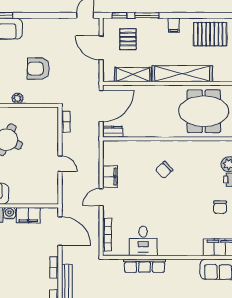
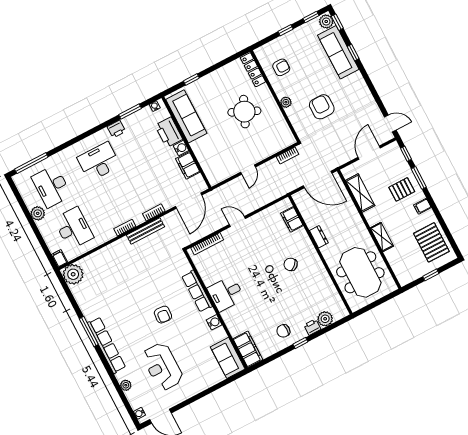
pallet: (128, 39) -> (402, 189), moved
shelving: (182, 74) -> (382, 237), width x0.45, depth x0.75
dresser: (113, 132) -> (319, 237), moved
filing cabinet: (110, 177) -> (292, 219), moved, turned 90
desk: (143, 241) -> (226, 294), moved
water cooler: (180, 265) -> (214, 322), added

